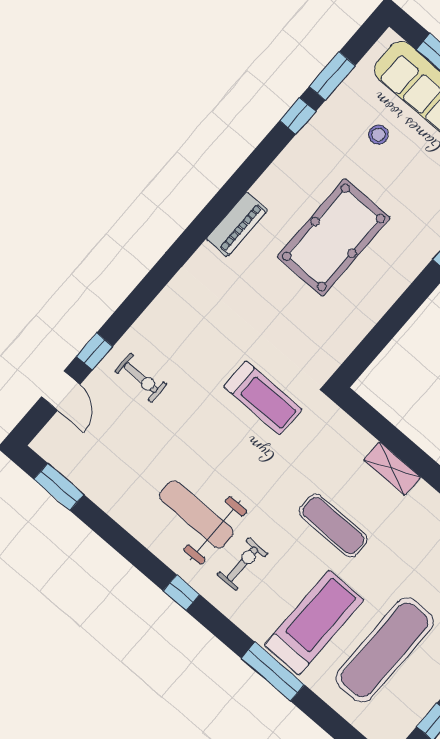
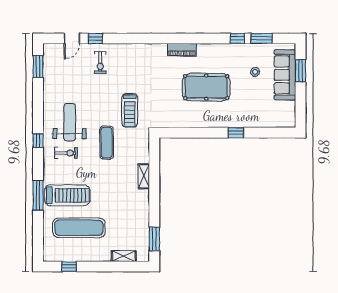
exercise mat: (333, 526) -> (107, 143), moved

